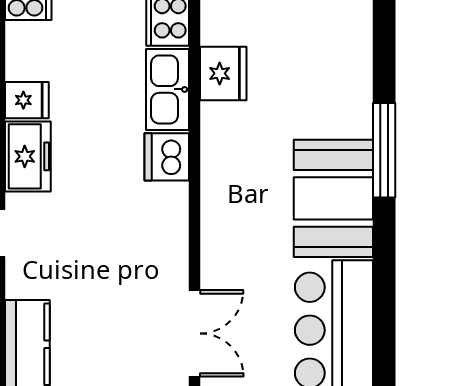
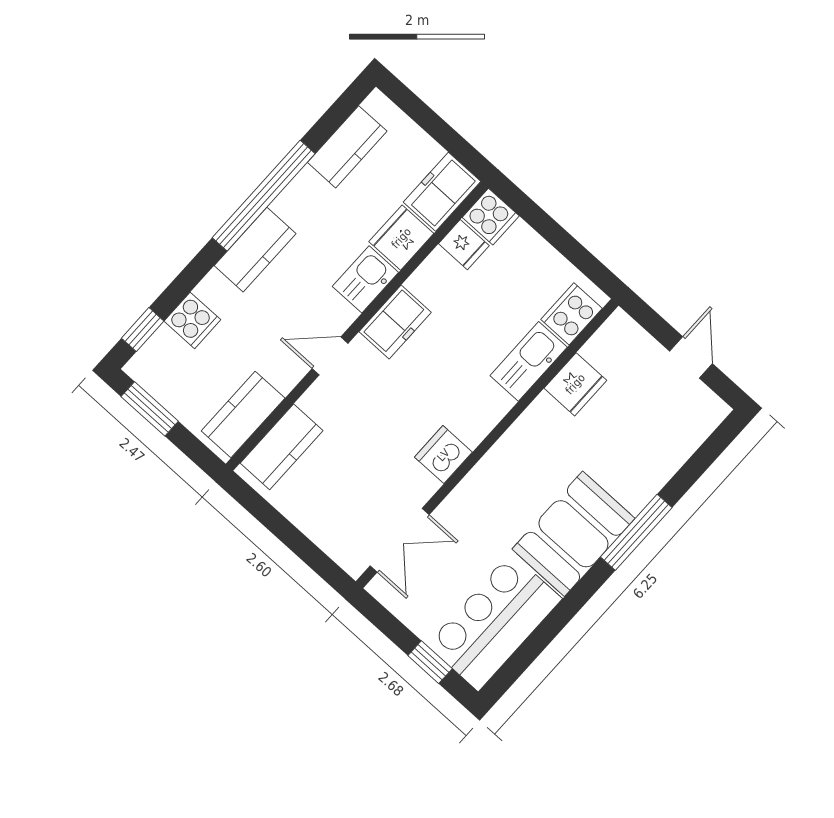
fridge: (27, 100) -> (464, 245), moved
dishwasher: (167, 157) -> (443, 455), moved

